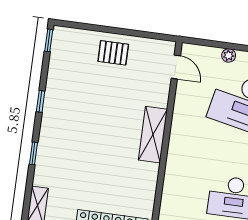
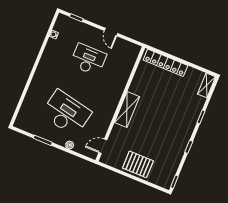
pallet: (113, 53) -> (138, 164), width x1.50, depth x1.42
door: (176, 67) -> (103, 146), hinge flipped

